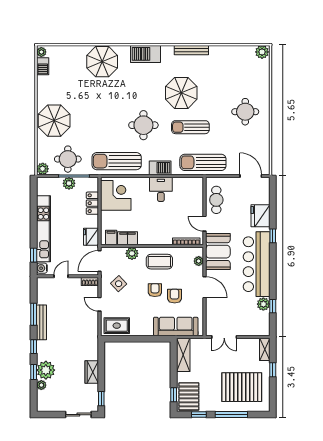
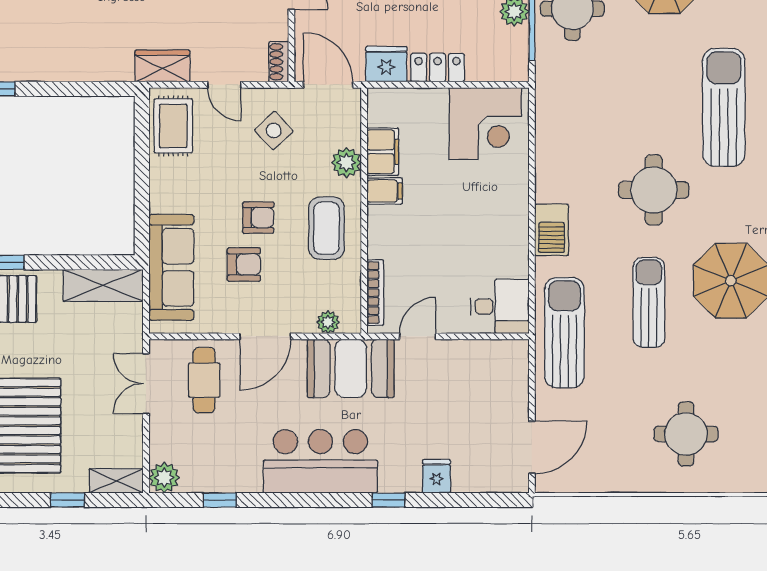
sun lounger: (117, 161) -> (724, 107), moved
desk: (161, 189) -> (500, 306), moved
cafe table: (216, 200) -> (204, 380), moved, turned 90
locker: (92, 203) -> (437, 68), moved
fridge: (261, 216) -> (437, 476), width x0.53, depth x0.75
filing cabinet: (111, 237) -> (385, 191), moved
bar counter: (257, 264) -> (320, 461), width x0.73
door: (100, 304) -> (224, 85), swing flipped
plant: (263, 304) -> (164, 478), moved
wardrobe: (92, 372) -> (162, 66), moved

